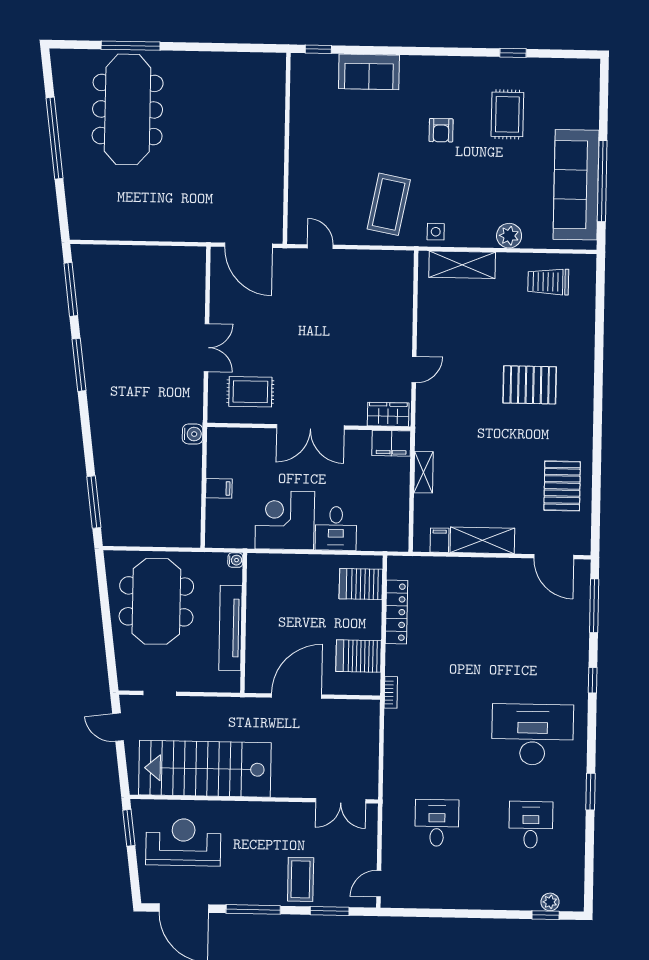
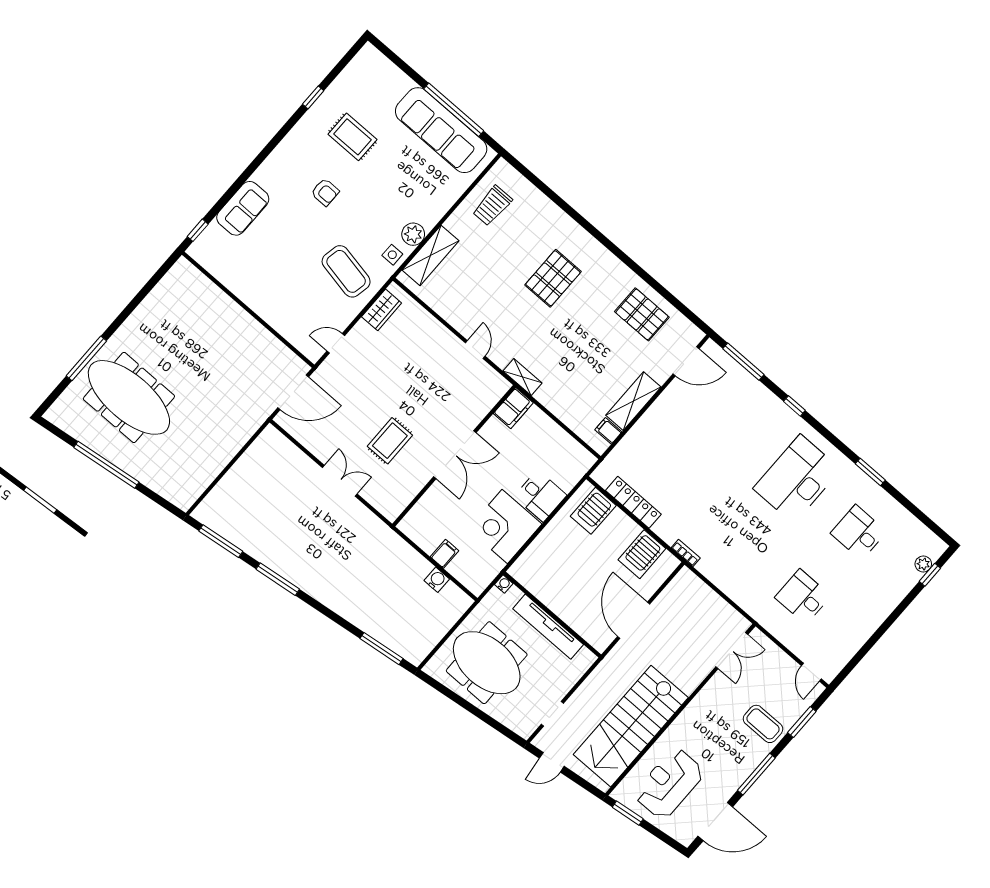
plant: (509, 236) -> (413, 234), moved
rug: (250, 392) -> (390, 441), moved
wardrobe: (388, 414) -> (382, 310), moved, turned 180
water cooler: (193, 434) -> (437, 580), moved
shelving: (423, 472) -> (522, 377), moved

